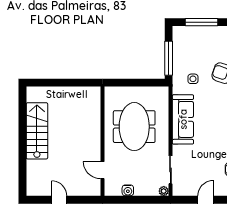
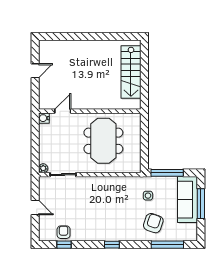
sofa: (183, 119) -> (188, 200), moved, turned 90
meeting table: (134, 127) -> (103, 141), turned 90
stairs: (37, 131) -> (131, 72), moved, turned 90
water cooler: (128, 190) -> (44, 118), moved

